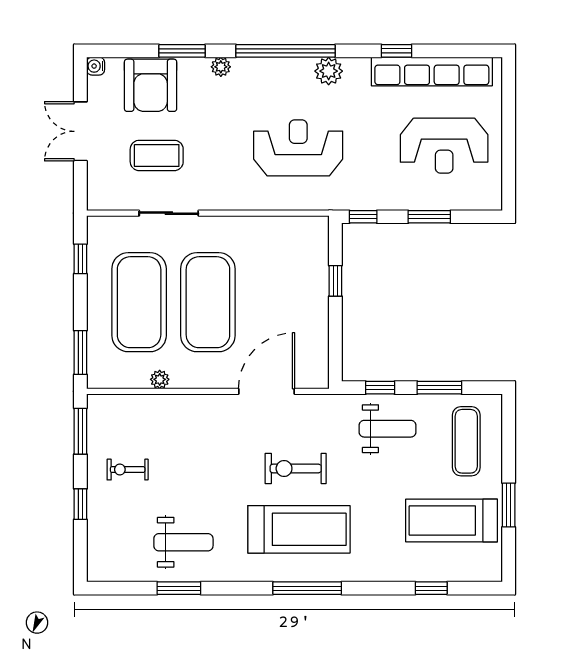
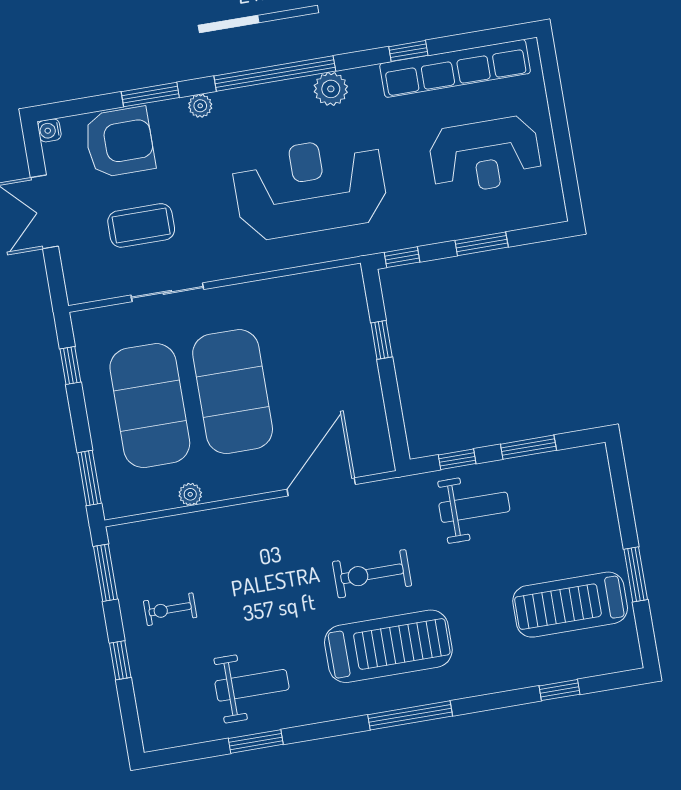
armchair: (151, 85) -> (119, 142), turned -90
reception desk: (298, 148) -> (310, 188), width x1.36, depth x1.30
exercise mat: (466, 441) -> (572, 506), removed

